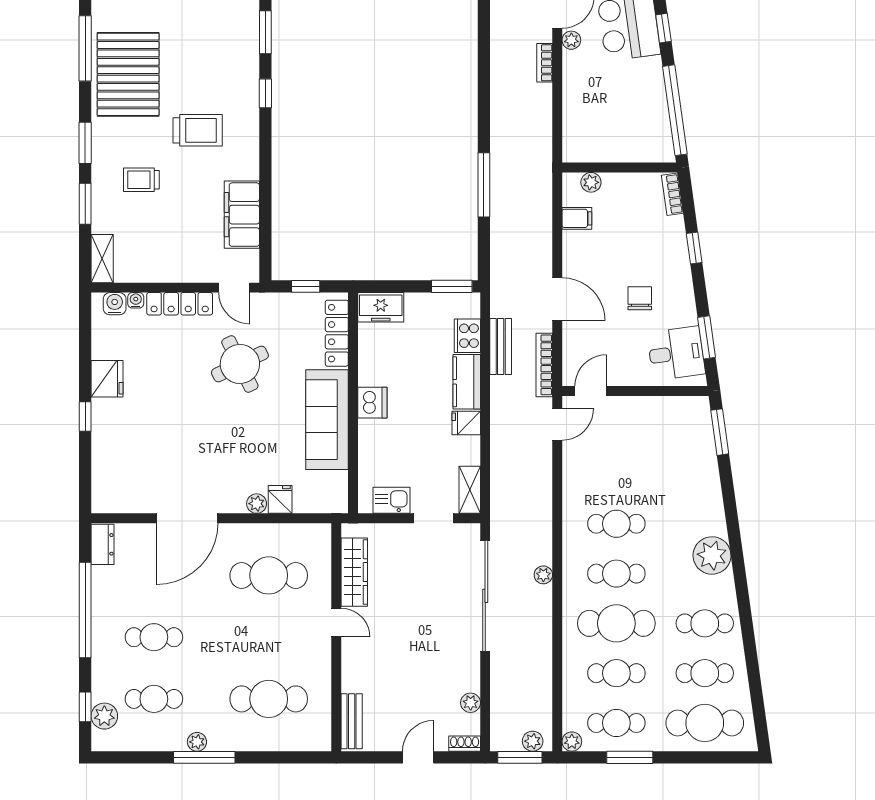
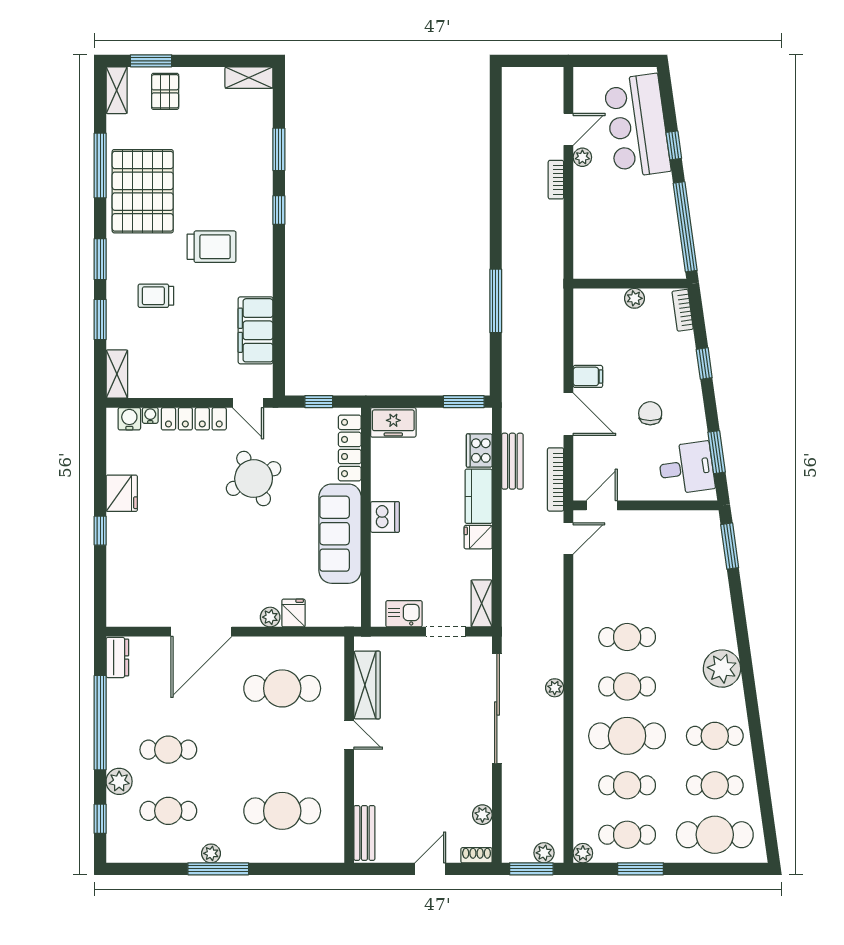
plant: (591, 182) -> (634, 298), moved
filing cabinet: (577, 218) -> (588, 376), moved
plant: (104, 716) -> (119, 781), moved

